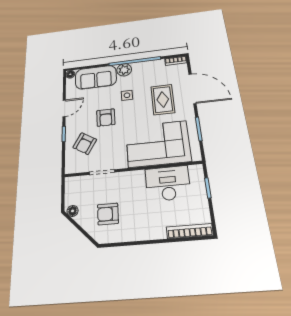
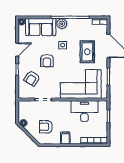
filing cabinet: (141, 230) -> (65, 138), added

